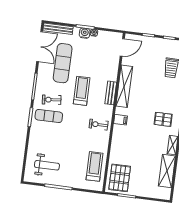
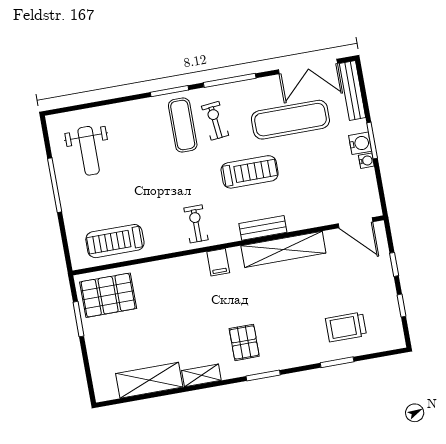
treadmill: (95, 166) -> (115, 241), turned 180

